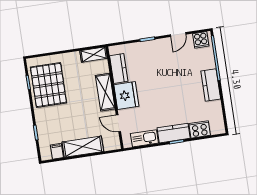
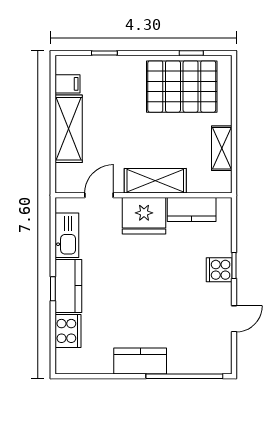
door: (178, 35) -> (234, 319), swing flipped
cooker: (201, 40) -> (219, 270), moved
shelving: (94, 55) -> (222, 148), moved

